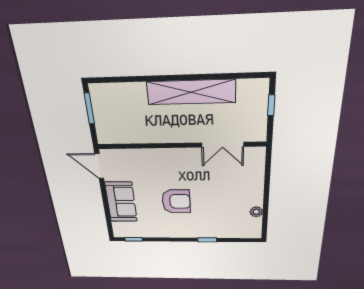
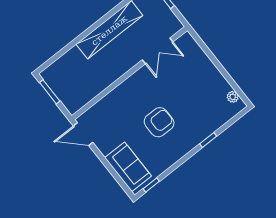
sofa: (121, 202) -> (128, 167), moved
plant: (256, 212) -> (233, 97), moved

